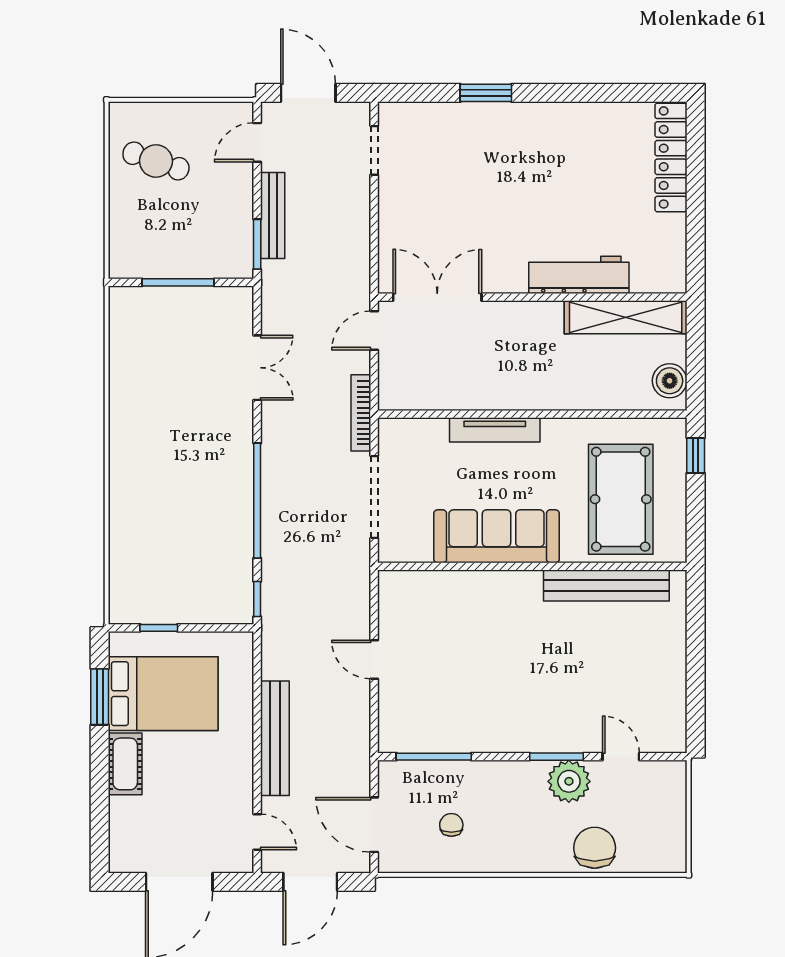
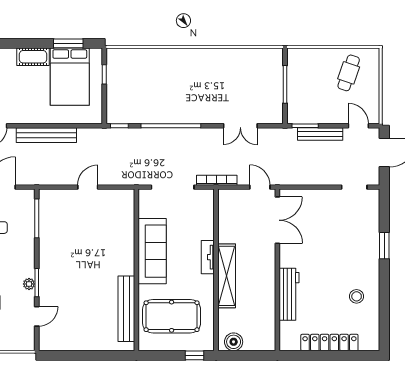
stool: (583, 146) -> (357, 296), added
locker: (671, 157) -> (329, 342), moved
shelving: (626, 317) -> (227, 276), moved
tv unit: (495, 430) -> (208, 257), width x0.71
plant: (569, 781) -> (29, 284), width x0.53, depth x0.53

